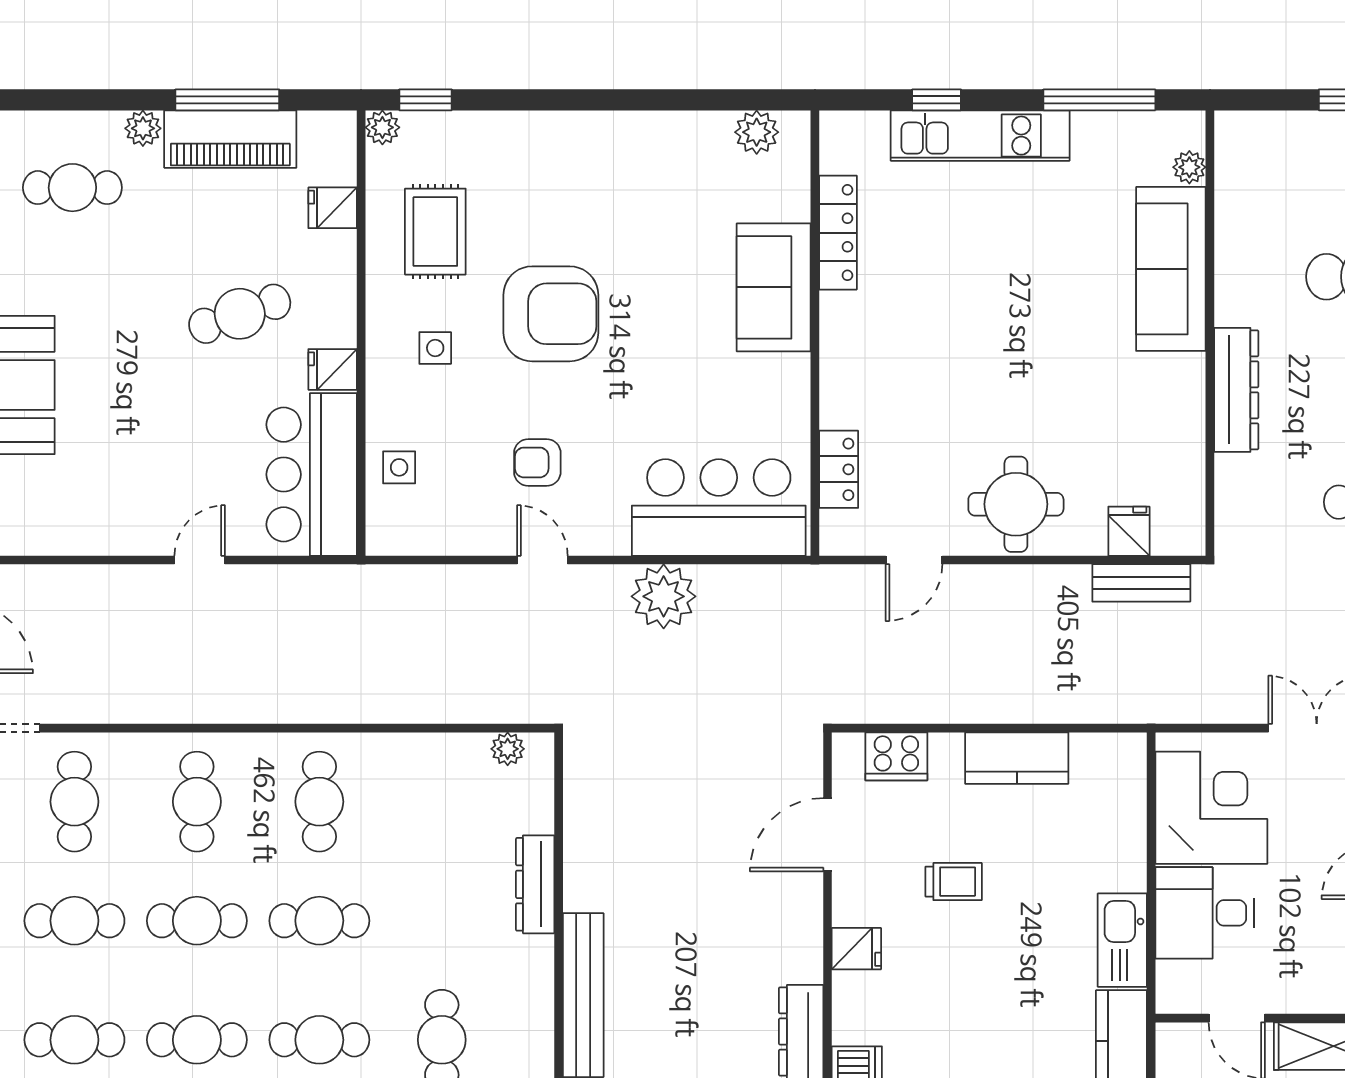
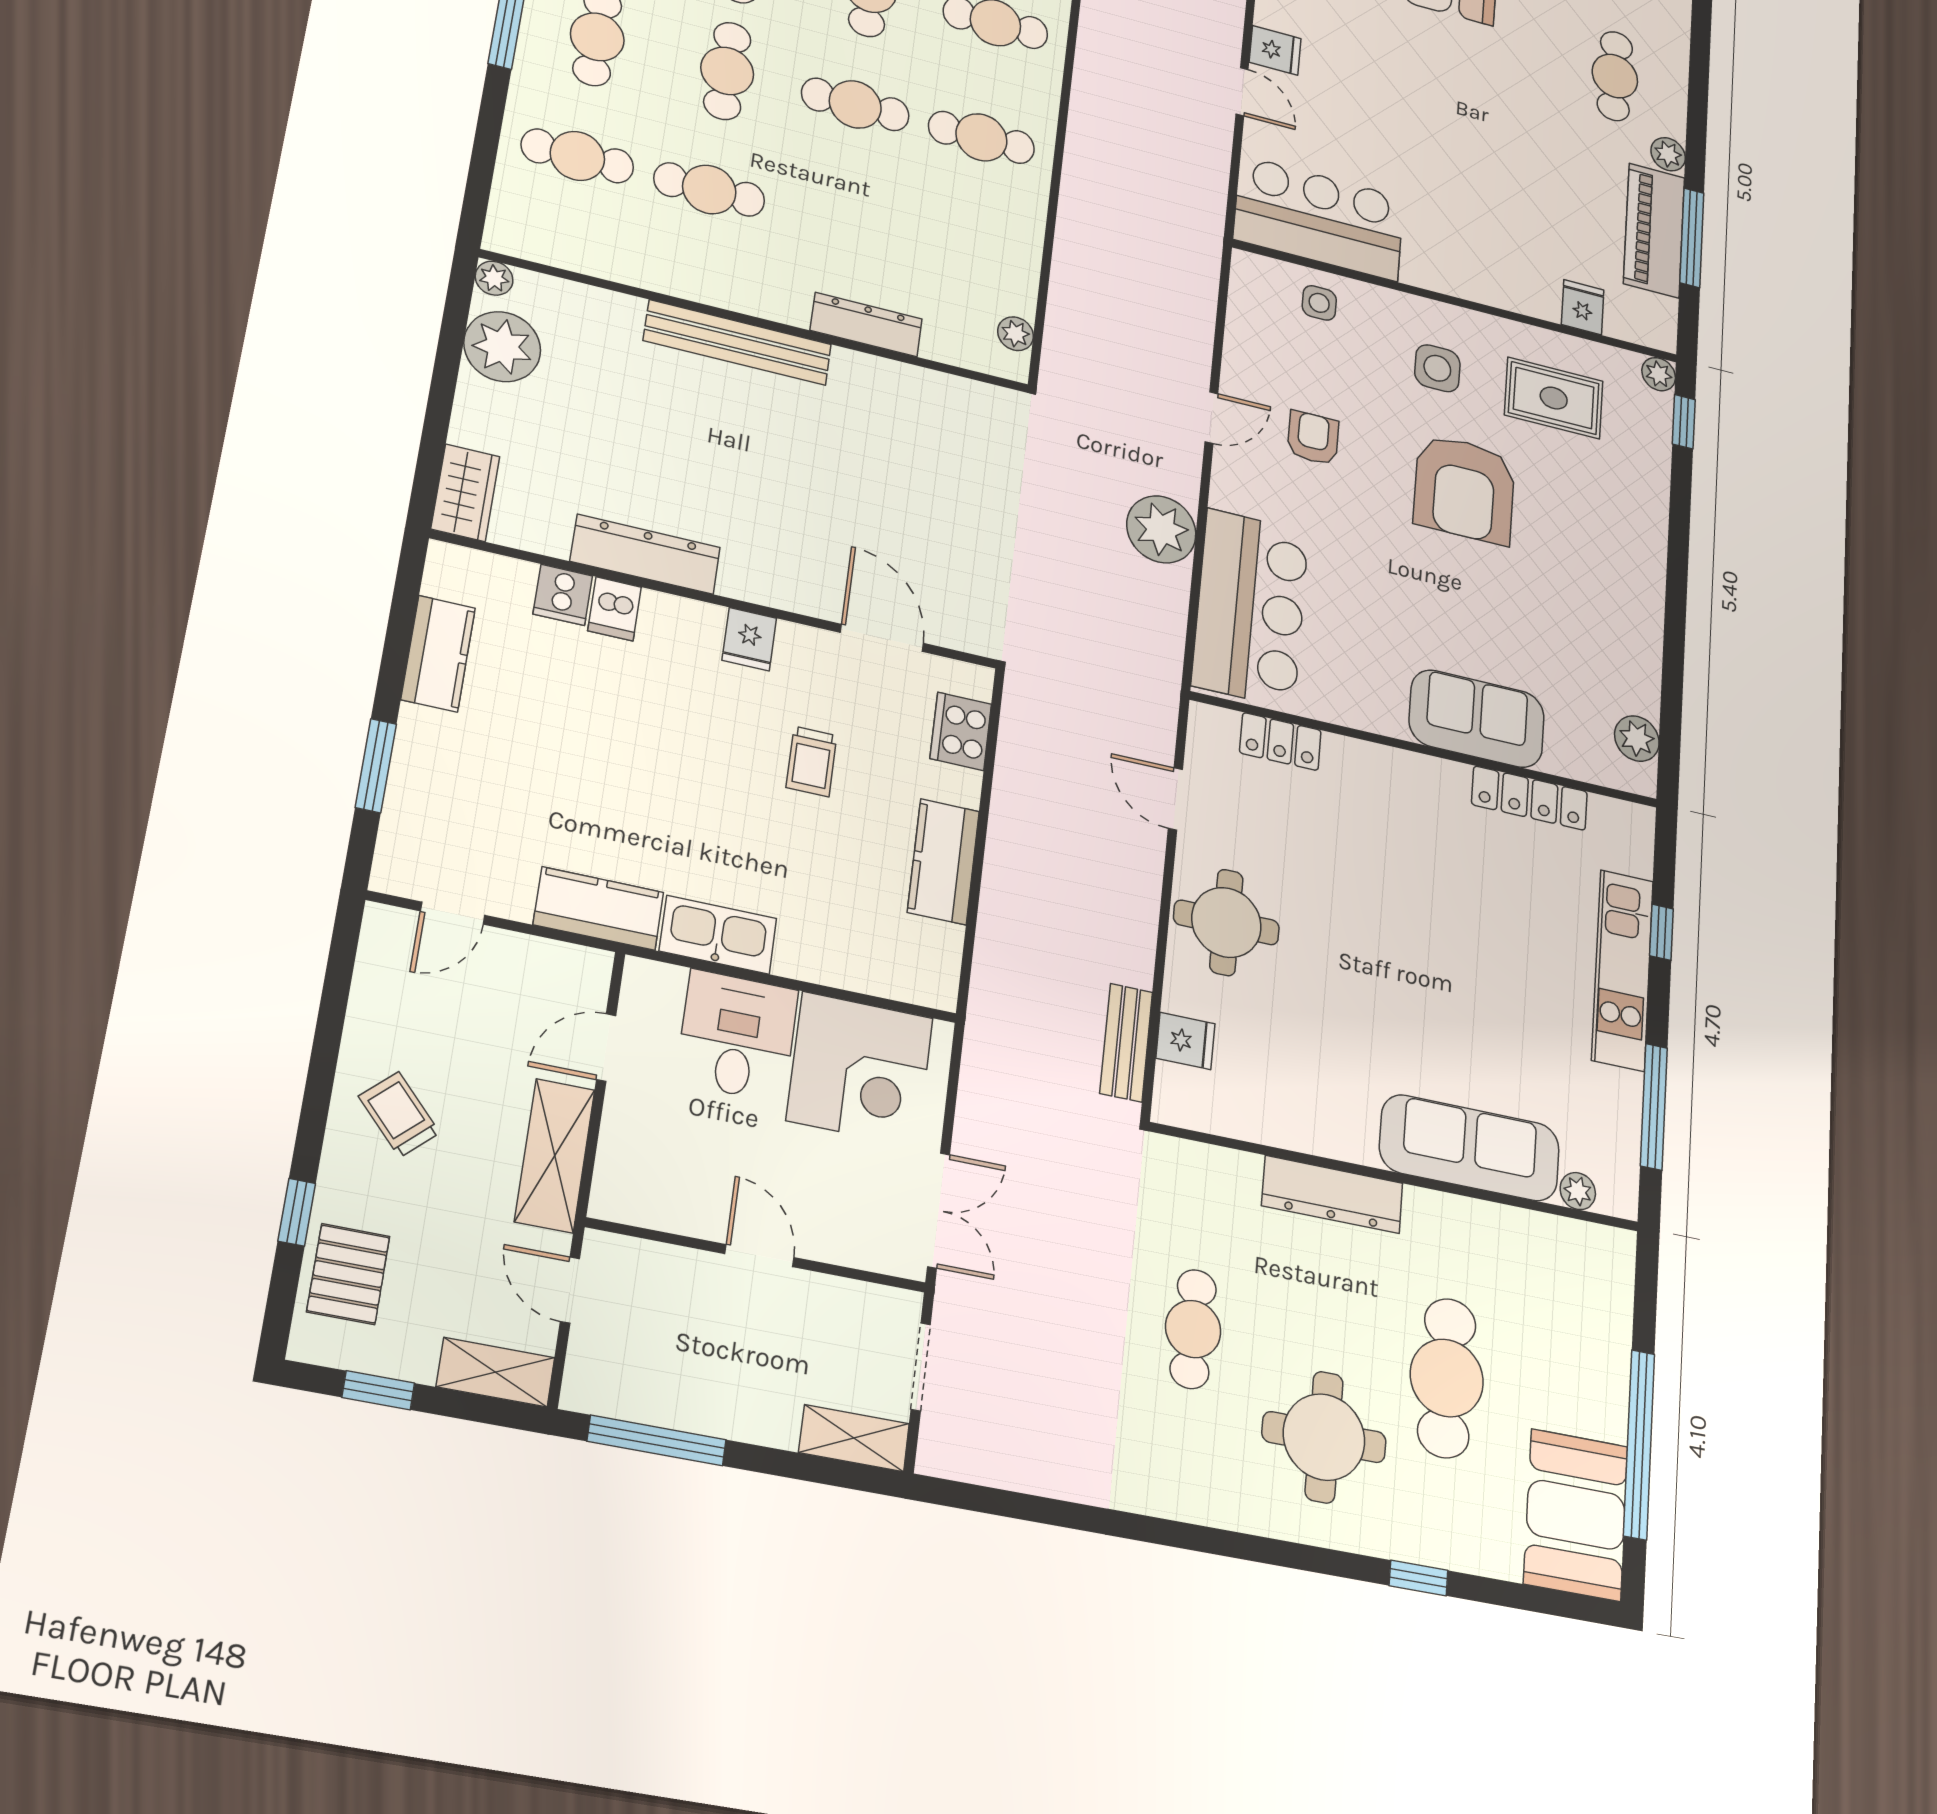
cafe table: (240, 314) -> (1484, 194), removed
side table: (435, 348) -> (1437, 368), width x1.37, depth x1.37
fridge: (333, 369) -> (1275, 50), moved, turned 90
cafe table: (319, 921) -> (855, 104), turned 90

